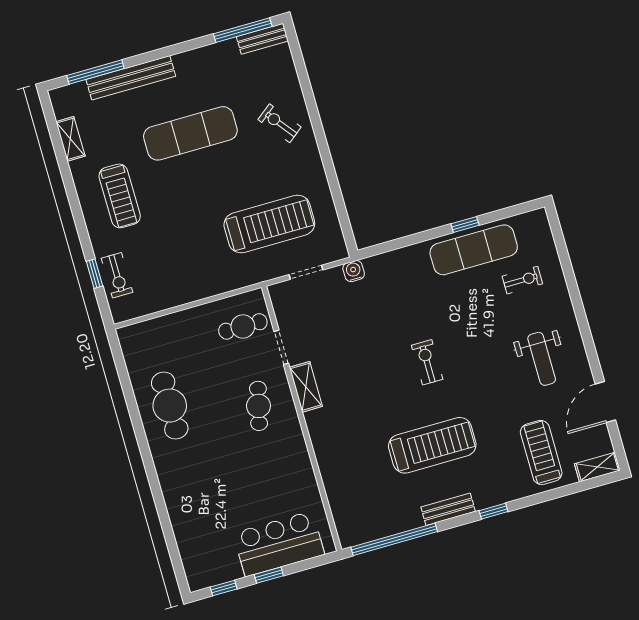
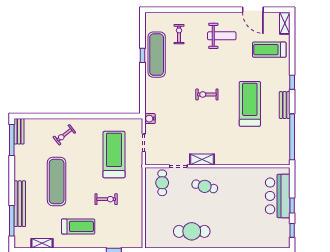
exercise bike: (117, 275) -> (106, 199), moved

